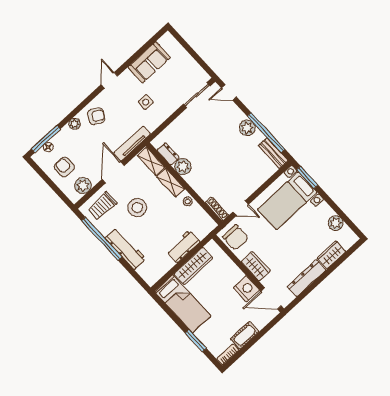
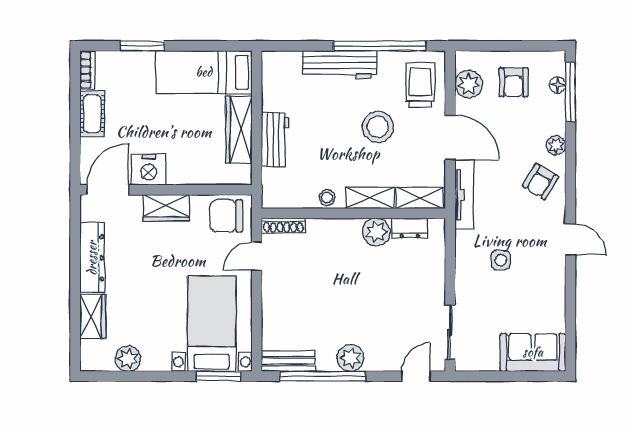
sofa: (149, 62) -> (533, 352), moved, turned 90
armchair: (64, 167) -> (514, 82), turned 90

